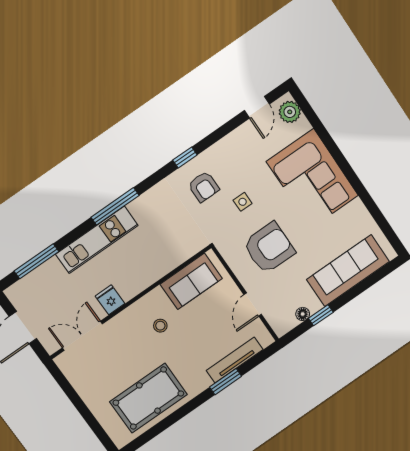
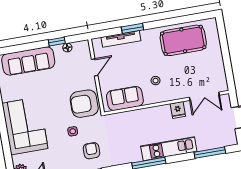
armchair: (269, 248) -> (84, 104), moved

